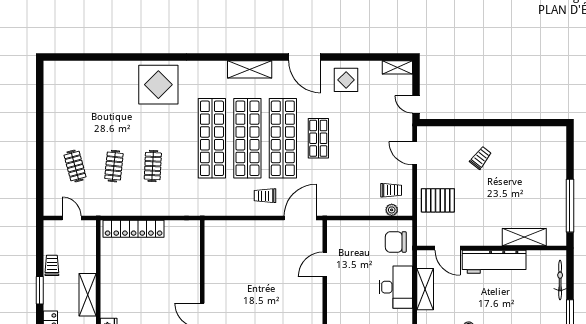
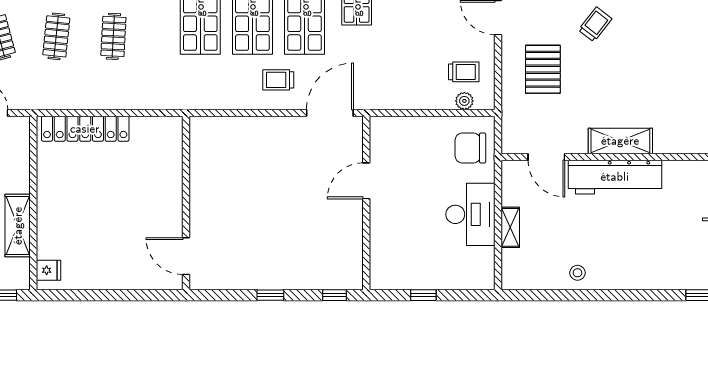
pallet: (438, 200) -> (543, 69), moved, turned 90
shelving: (524, 237) -> (620, 141), moved
shelving: (425, 289) -> (510, 227), width x0.67, depth x0.75

